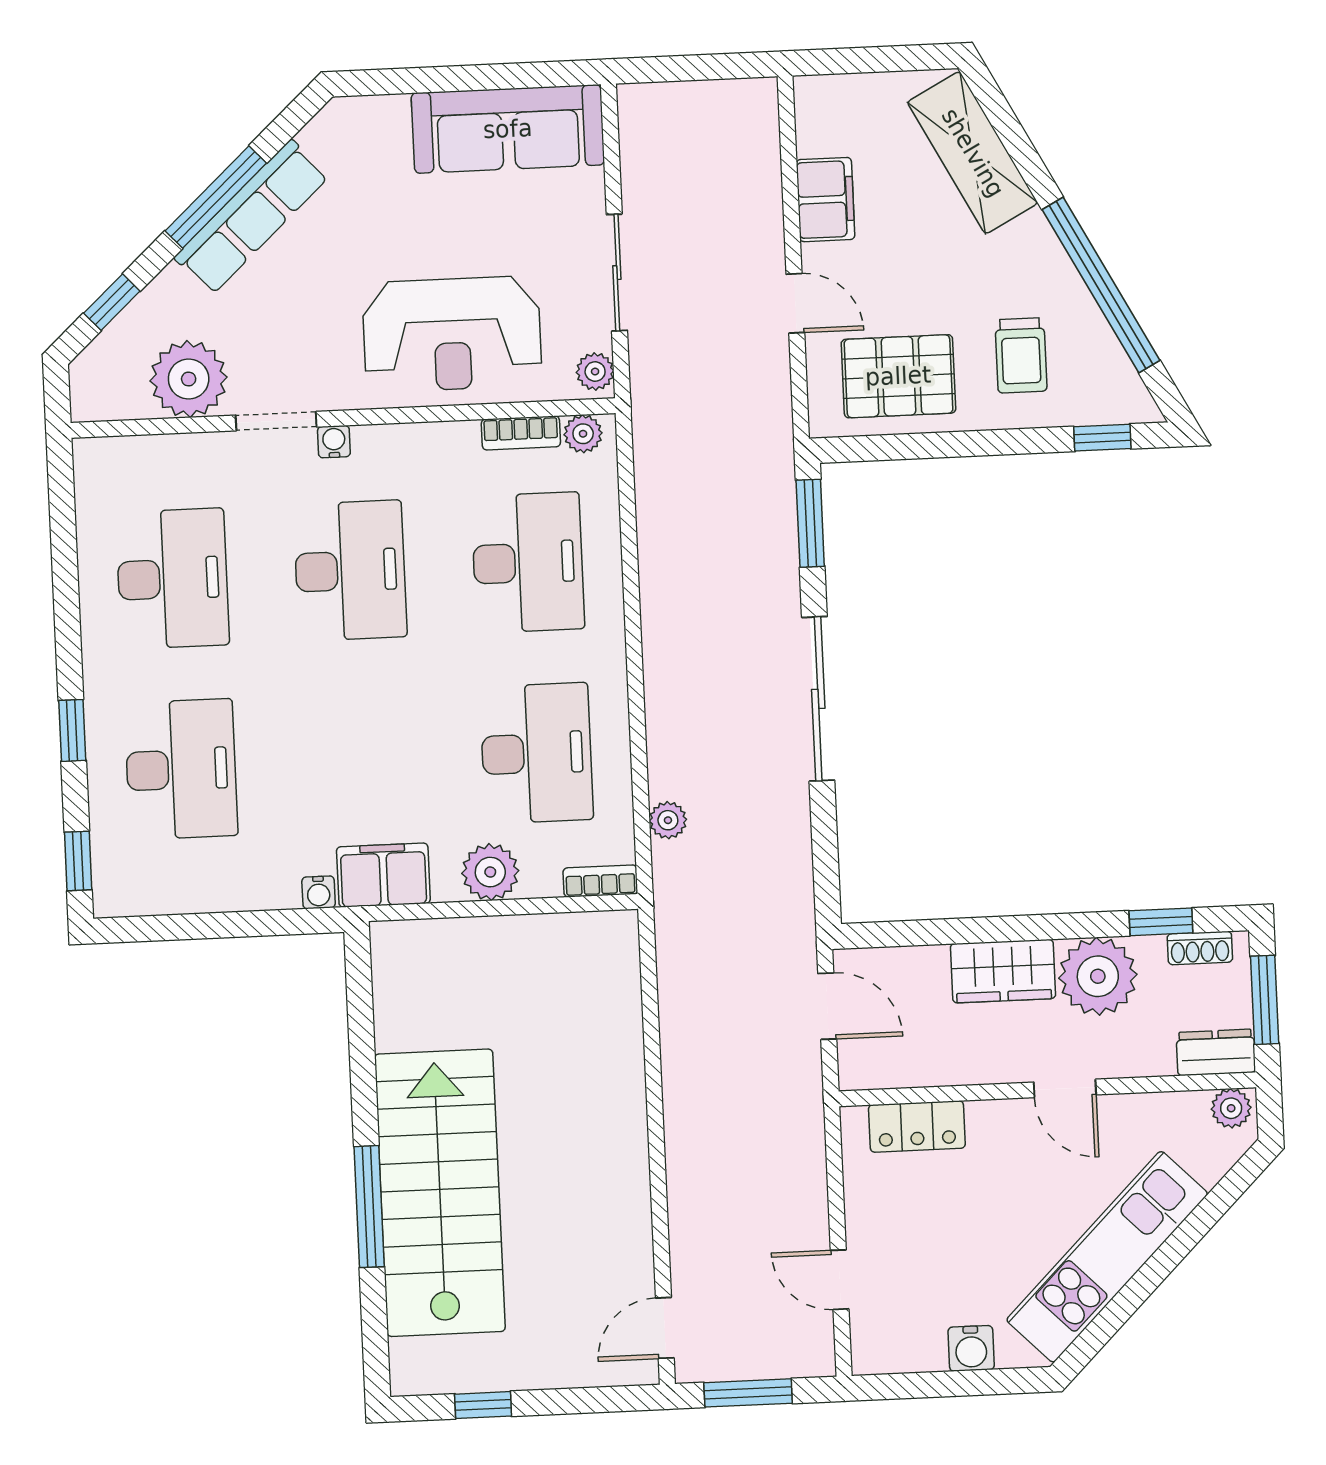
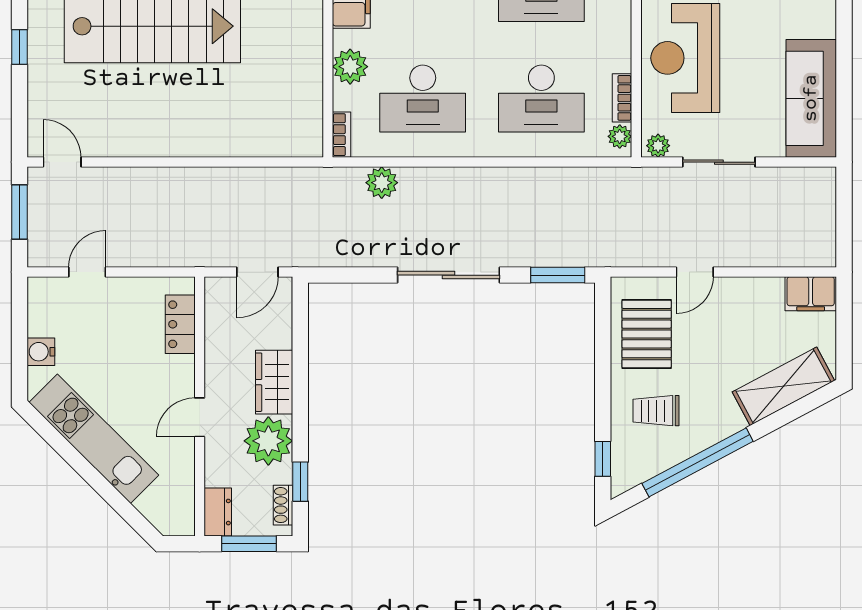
filing cabinet: (826, 200) -> (811, 294), moved
plant: (668, 820) -> (382, 183), width x1.38, depth x1.38
plant: (1231, 1108) -> (183, 520), removed

